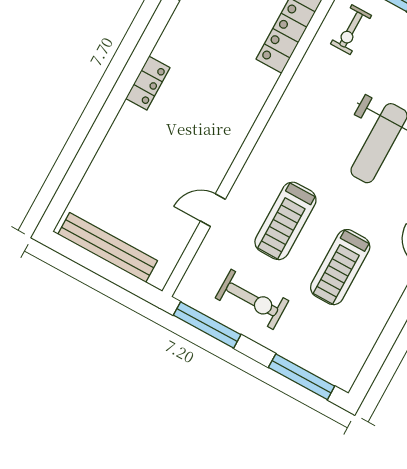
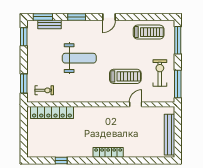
locker: (148, 83) -> (108, 152), width x1.53
door: (213, 210) -> (136, 104), swing flipped
treadmill: (340, 267) -> (149, 32), moved

